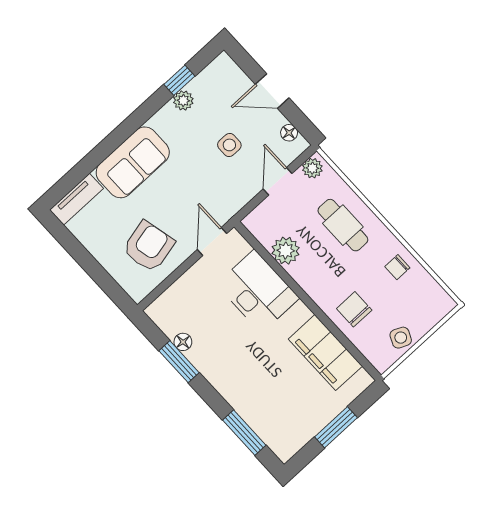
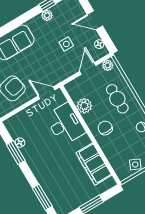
door: (212, 242) -> (46, 93), hinge flipped
chair: (354, 309) -> (105, 128), moved

